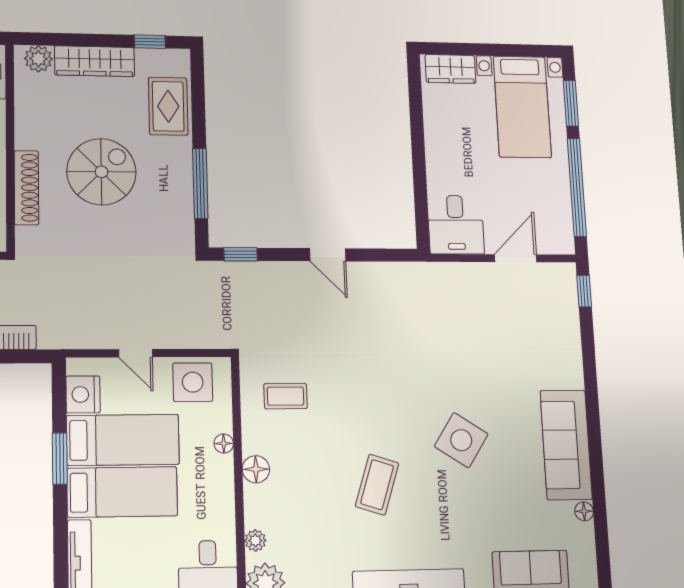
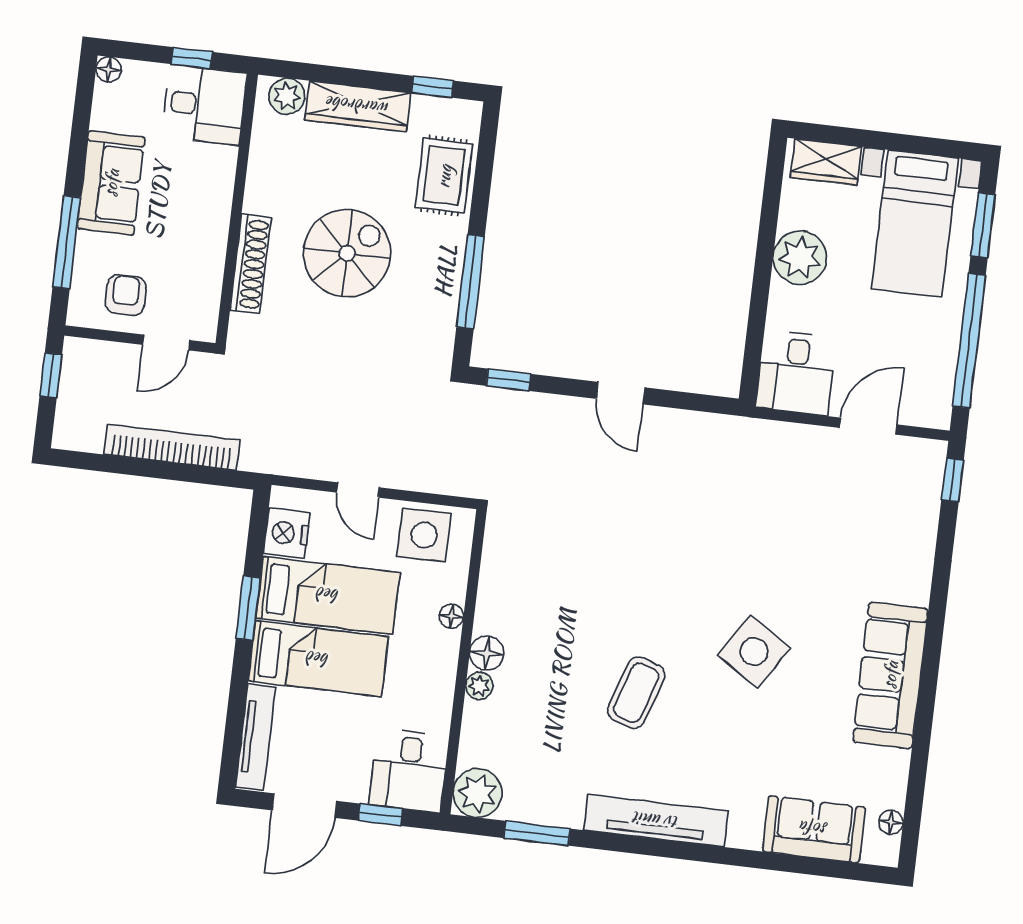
plant: (444, 140) -> (800, 258), added
coffee table: (285, 396) -> (538, 567), removed
floor lamp: (584, 511) -> (891, 822), moved
plant: (255, 541) -> (479, 686), moved

